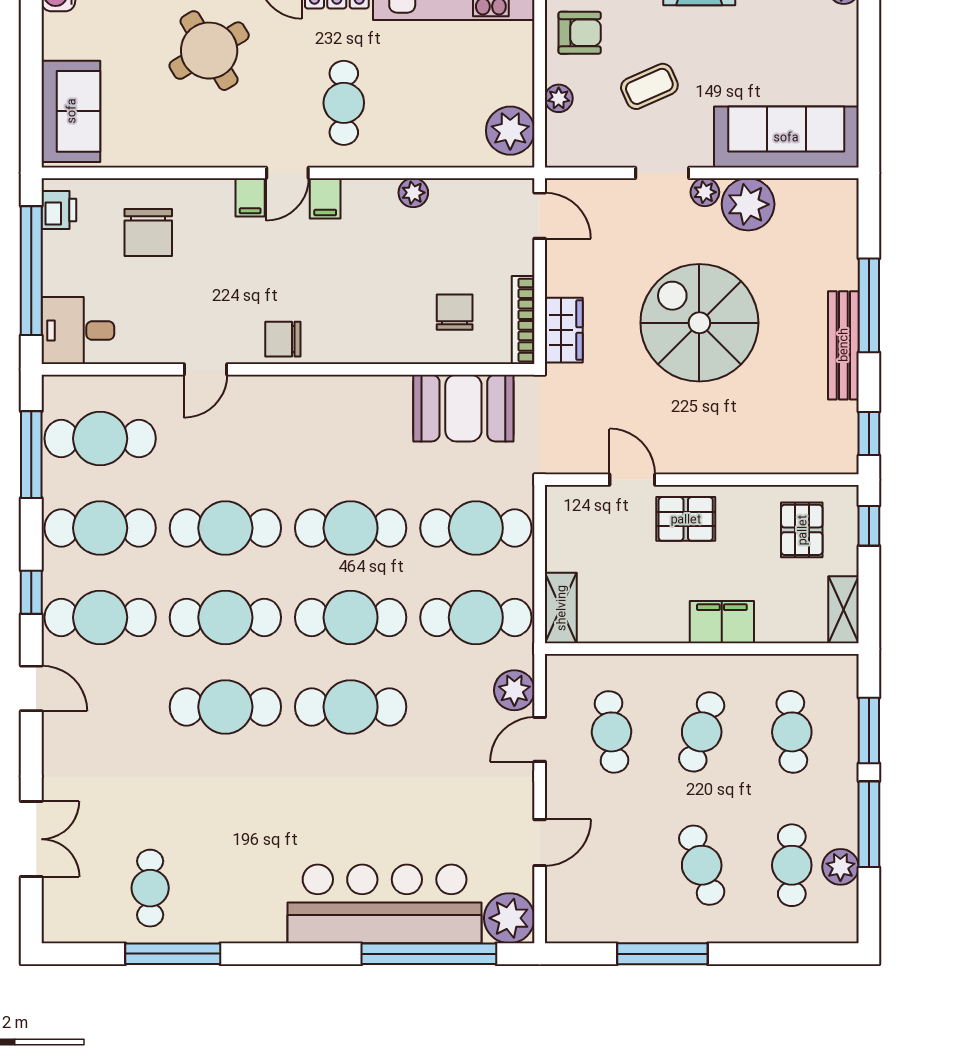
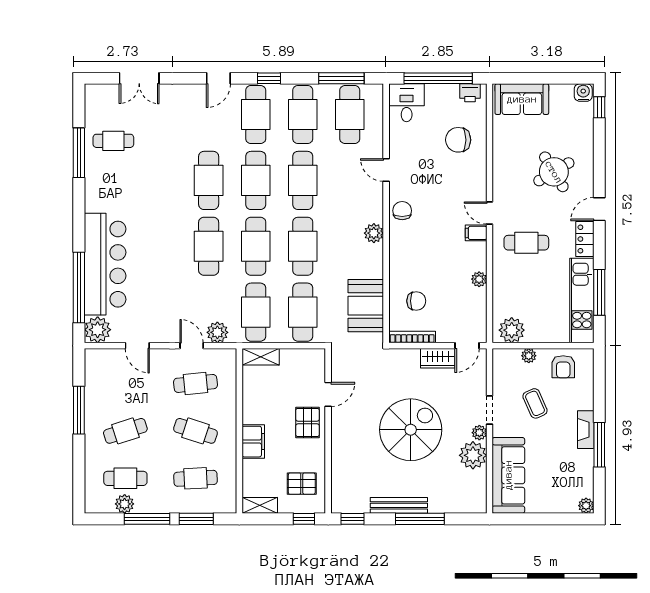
filing cabinet: (250, 197) -> (477, 193), removed
wardrobe: (564, 330) -> (438, 358), moved
plant: (326, 393) -> (374, 233), added

